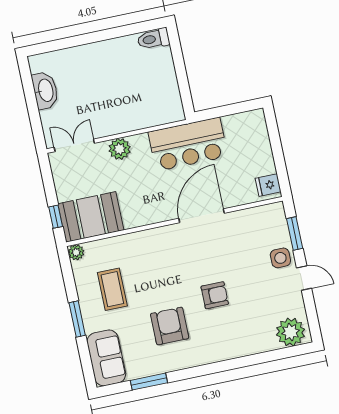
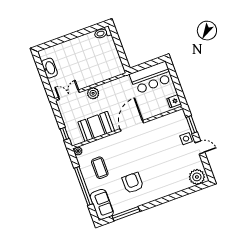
bar counter: (188, 144) -> (151, 78), moved
door: (202, 216) -> (132, 126), moved
booth: (91, 217) -> (96, 126), moved
armchair: (215, 295) -> (154, 163), removed
window: (77, 319) -> (84, 186), width x2.11
window: (149, 382) -> (126, 214), width x1.44

